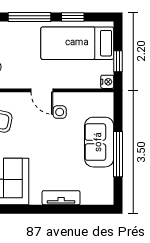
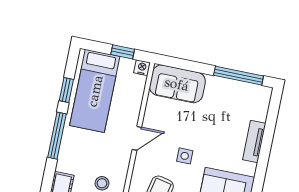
side table: (60, 112) -> (185, 156), moved
sofa: (99, 142) -> (177, 84), moved
window: (118, 154) -> (239, 76), moved

